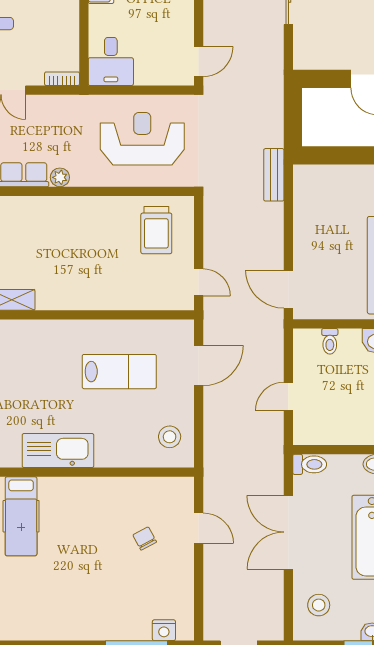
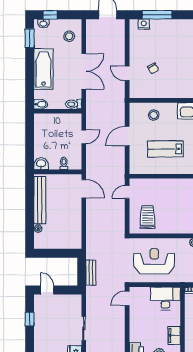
desk: (111, 61) -> (165, 298), width x1.37
reception desk: (142, 139) -> (154, 261), turned 180
bench: (274, 175) -> (91, 272), moved
door: (199, 282) -> (127, 192), hinge flipped
door: (199, 366) -> (127, 136), moved
stool: (170, 437) -> (154, 115), moved

